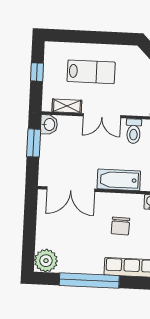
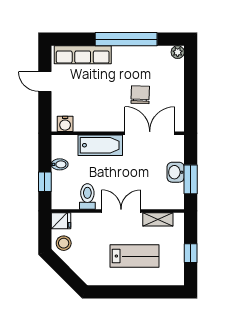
lab bench: (91, 72) -> (134, 256), turned 180
washbasin: (49, 125) -> (176, 172), moved
chair: (120, 226) -> (140, 95), moved
plant: (46, 261) -> (178, 52), width x0.53, depth x0.53

